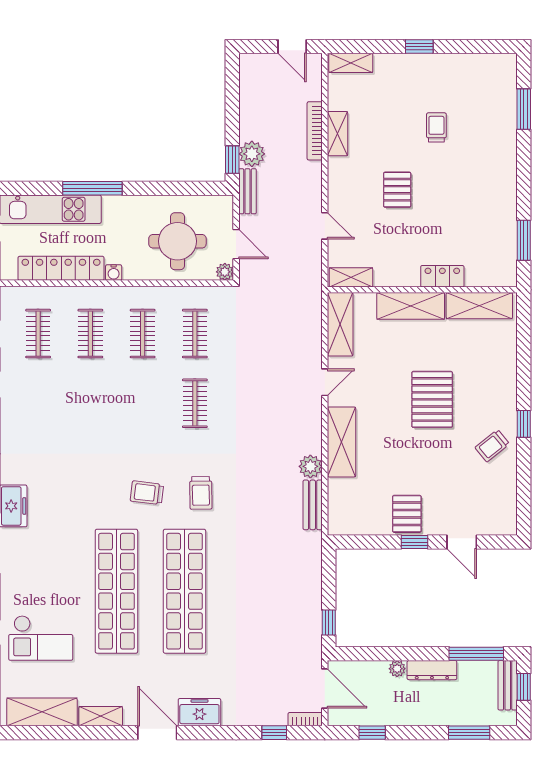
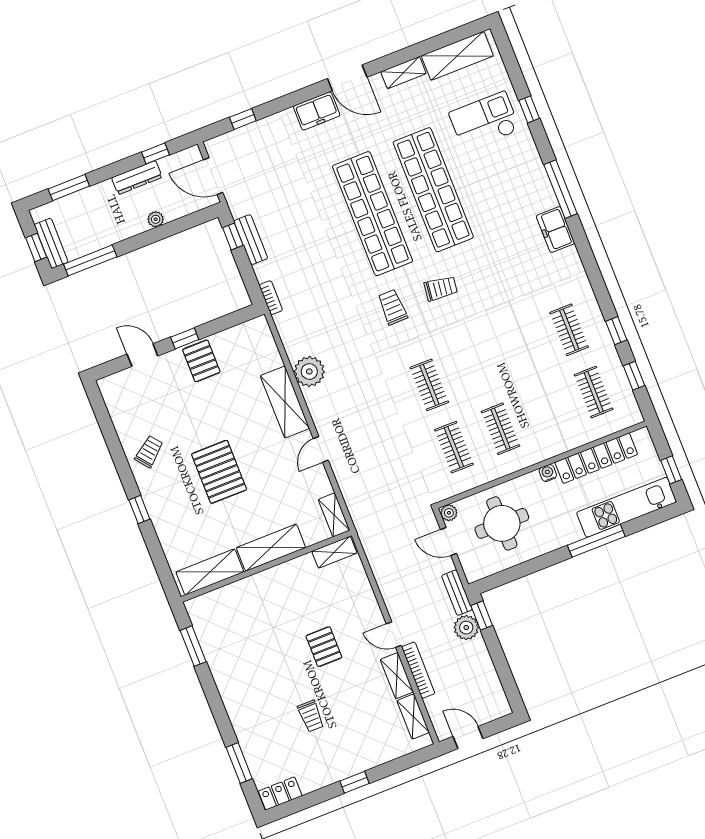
shelving: (351, 63) -> (413, 717), moved, turned 90
door: (325, 226) -> (394, 635), moved
locker: (442, 276) -> (280, 793), moved, turned 180
shelving: (340, 324) -> (334, 515), width x0.67, depth x0.75
clothes rail: (90, 334) -> (569, 330), moved
window: (524, 424) -> (139, 510), moved
plant: (310, 466) -> (309, 372), width x1.36, depth x1.36
bench: (313, 505) -> (251, 240), moved
dresser: (432, 670) -> (137, 178), moved, turned 180
bookcase: (305, 719) -> (271, 298), moved, turned -90

